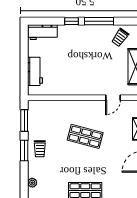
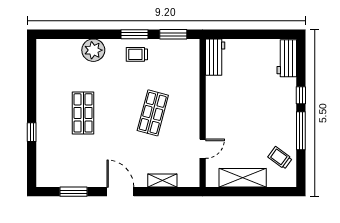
workbench: (35, 71) -> (215, 57), moved, turned -90
door: (113, 98) -> (203, 149), swing flipped
plant: (32, 183) -> (93, 50), width x1.88, depth x1.88

